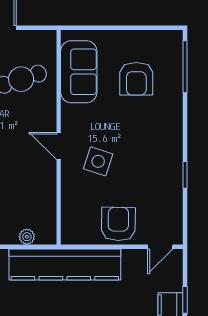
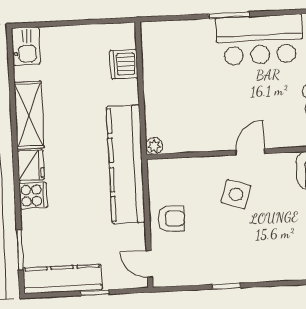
armchair: (118, 224) -> (171, 219), width x0.72, depth x0.72
plant: (27, 237) -> (154, 146), moved

